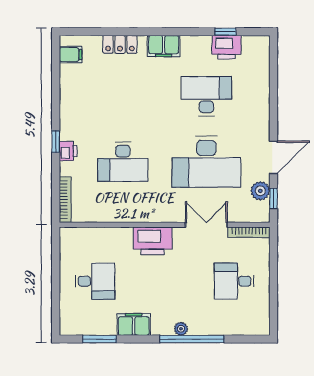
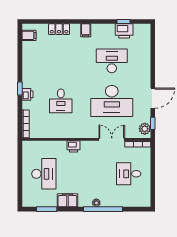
filing cabinet: (164, 46) -> (86, 30), width x0.50
desk: (123, 162) -> (61, 101), width x0.73
plant: (260, 191) -> (145, 129), moved
printer: (153, 241) -> (73, 146), width x0.53, depth x0.68
desk: (95, 281) -> (44, 174), width x1.37

